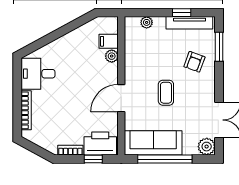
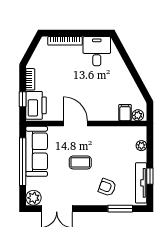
plant: (112, 56) -> (138, 115), moved

